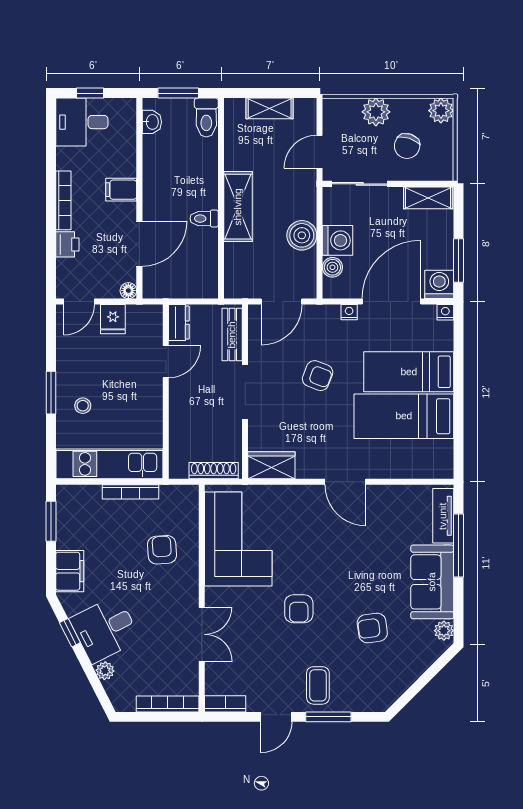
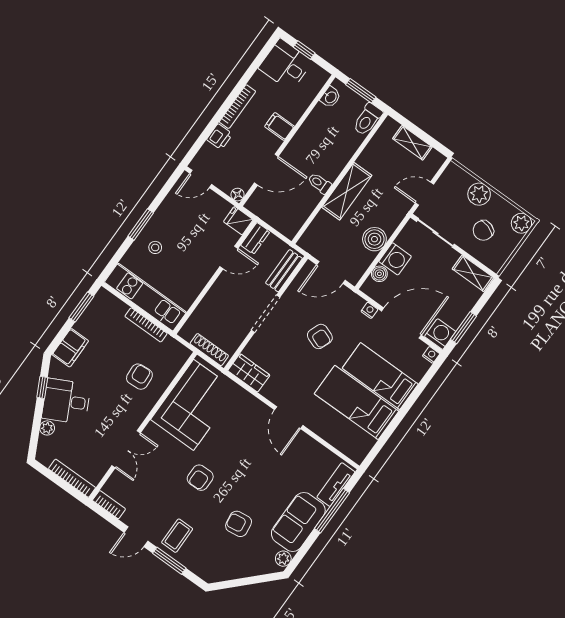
fridge: (113, 319) -> (238, 221), moved, turned 90

